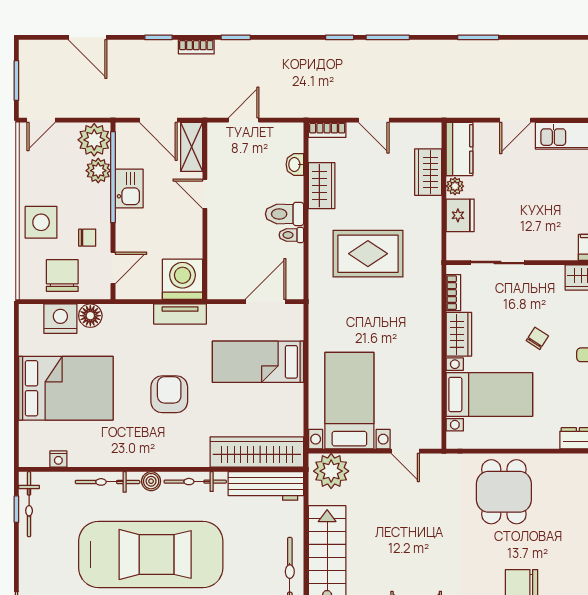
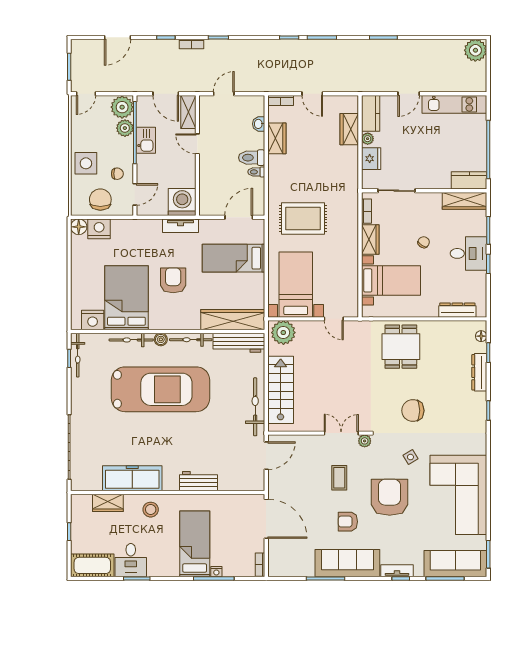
door: (87, 37) -> (118, 37), hinge flipped
rug: (368, 254) -> (303, 219), moved
floor lamp: (90, 316) -> (79, 227), moved
bed: (66, 388) -> (126, 298), moved, turned -90
nightstand: (58, 459) -> (93, 320), width x1.89, depth x1.79

